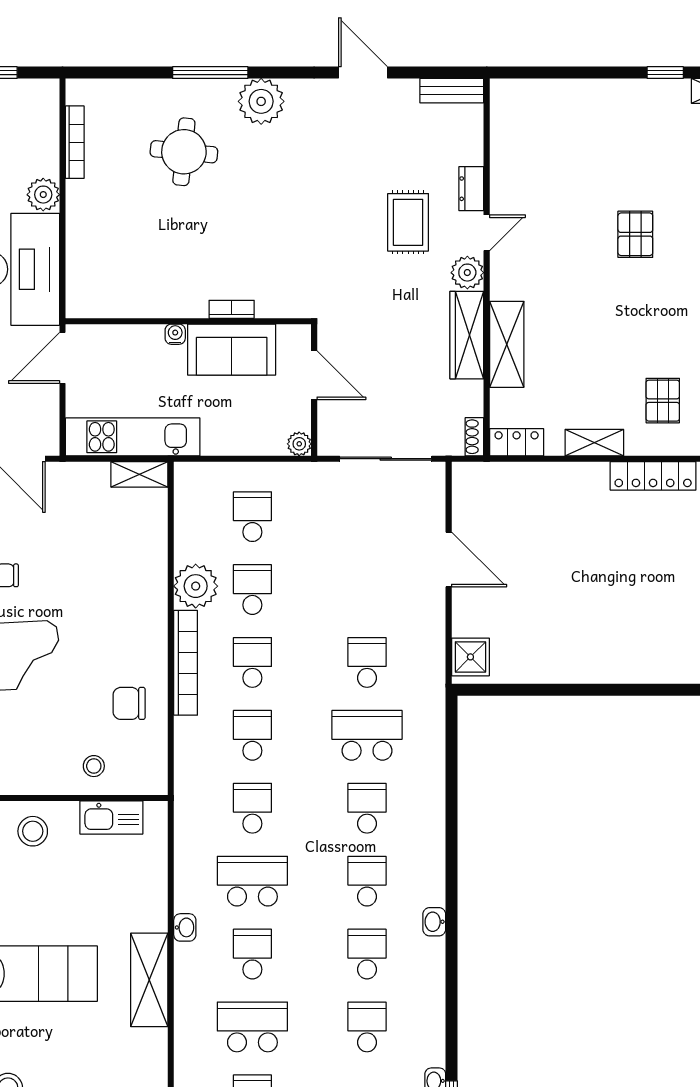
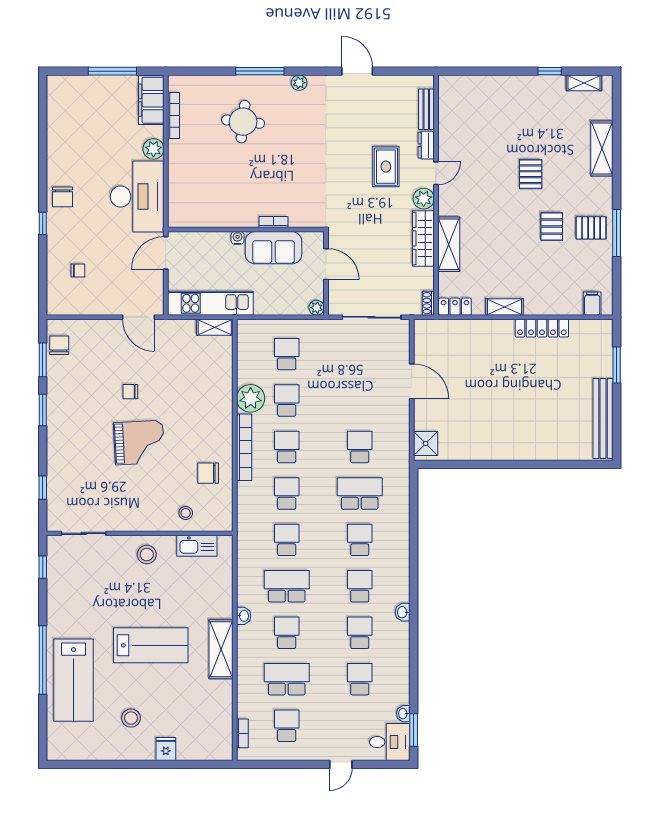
bench: (452, 91) -> (426, 109), moved, turned 90
plant: (261, 101) -> (299, 83), width x0.53, depth x0.53
filing cabinet: (40, 118) -> (151, 100), added
pallet: (663, 401) -> (552, 227), moved

